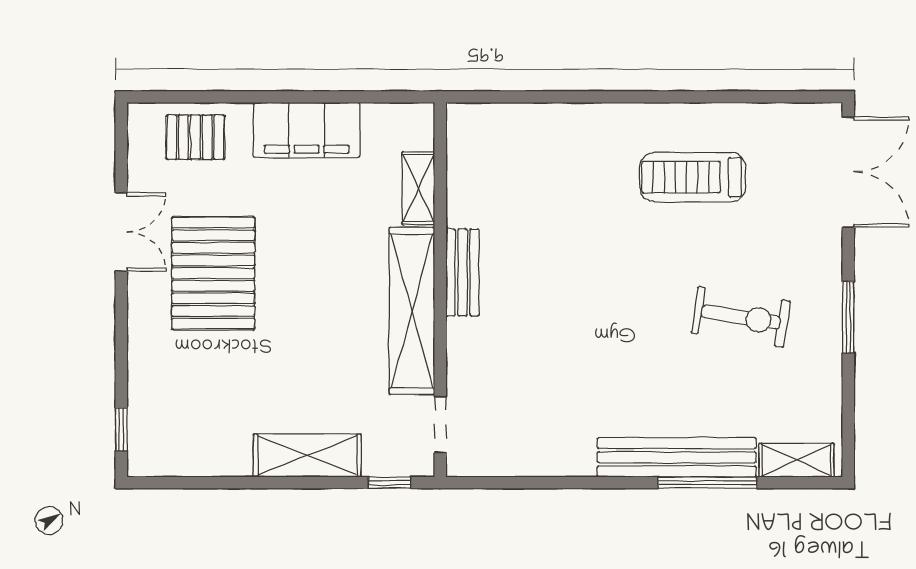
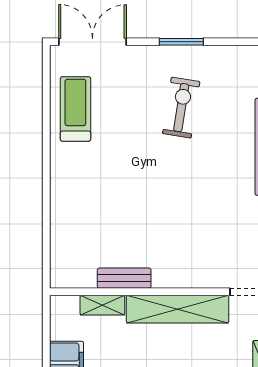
treadmill: (693, 177) -> (75, 109), moved, turned 180
bench: (462, 272) -> (124, 278), moved

